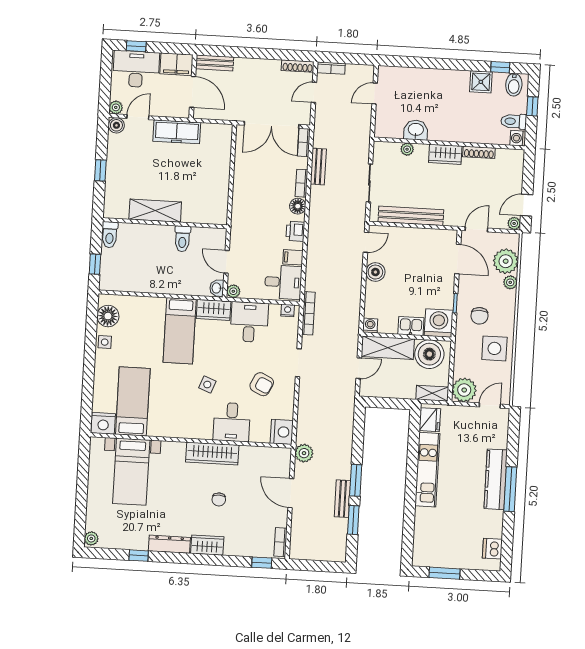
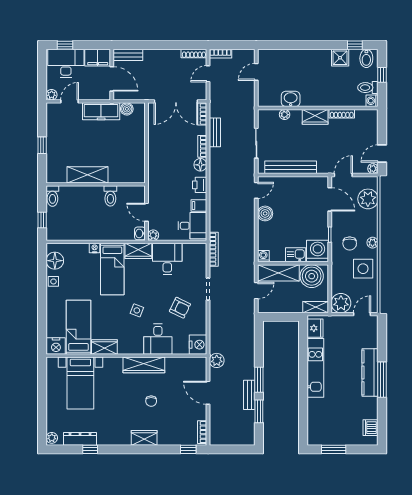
boiler: (116, 125) -> (127, 109), moved
plant: (510, 282) -> (373, 243), moved
nightstand: (288, 311) -> (95, 248), moved
wardrobe: (164, 428) -> (104, 347), added
dresser: (169, 544) -> (80, 439), moved

